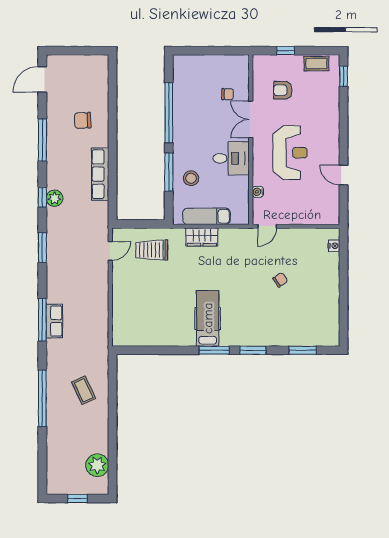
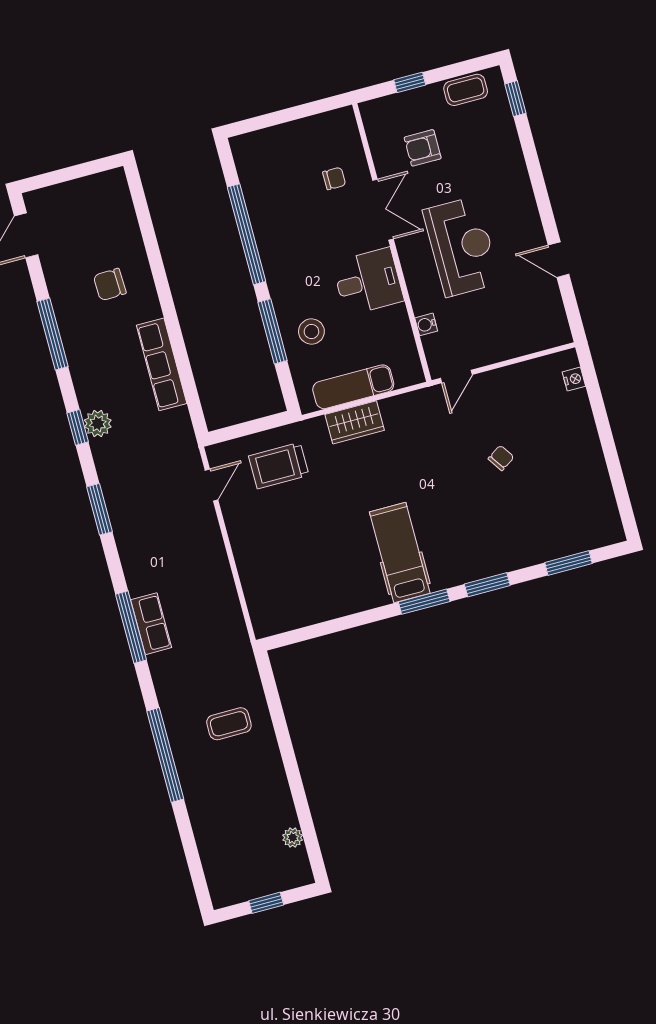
double door: (251, 119) -> (383, 210), swing flipped
coffee table: (84, 390) -> (229, 724), turned -65
plant: (97, 465) -> (293, 838), width x0.53, depth x0.53

